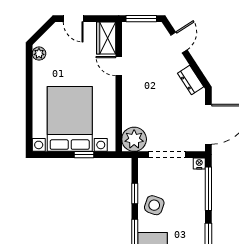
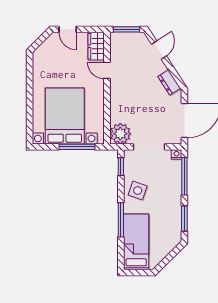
plant: (39, 54) -> (38, 60), removed
window: (84, 155) -> (77, 147), width x2.17
window: (135, 194) -> (121, 167), moved

